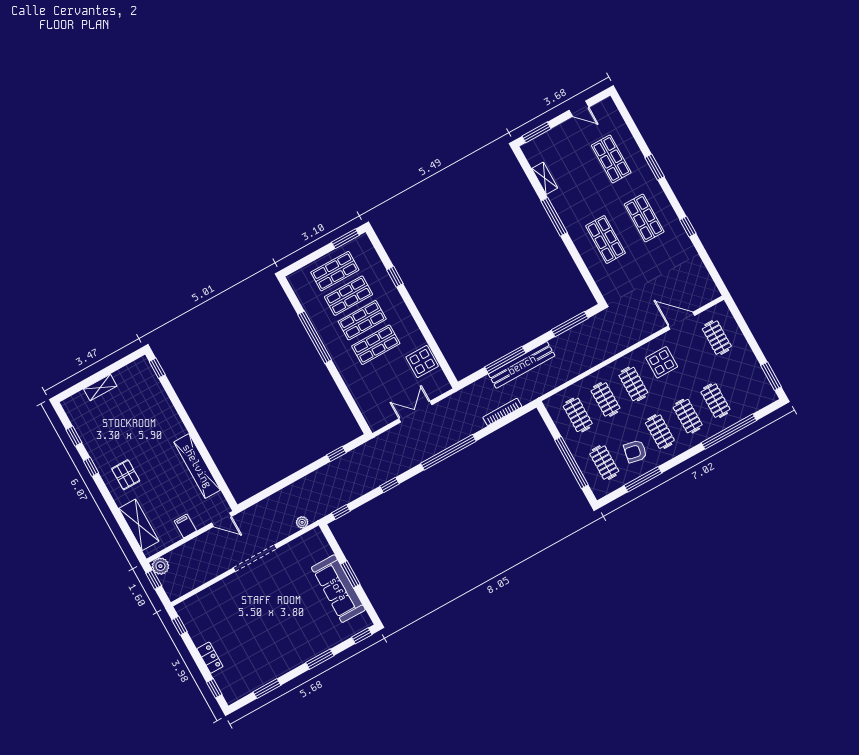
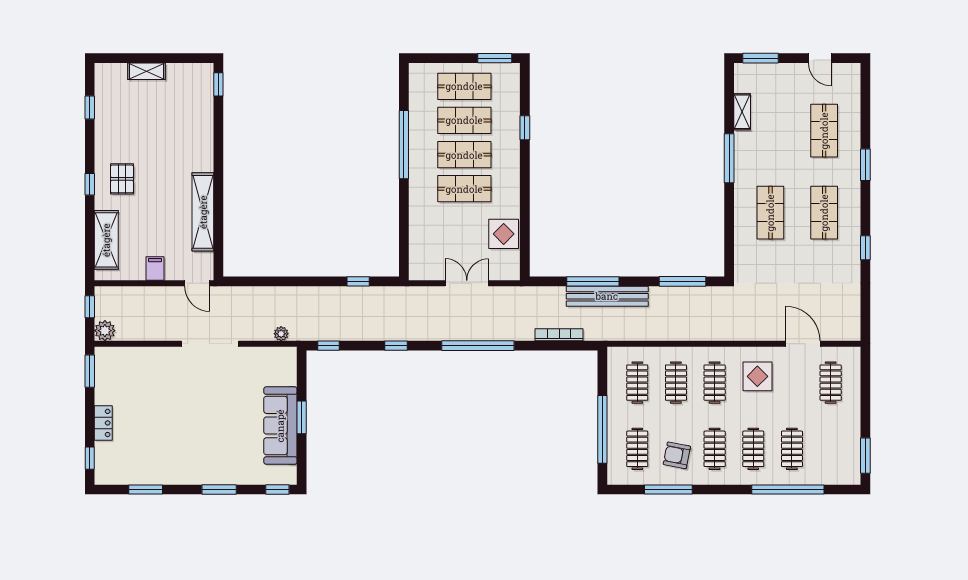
window: (91, 467) -> (90, 184), moved
plant: (160, 566) -> (105, 331), moved
window: (179, 626) -> (90, 371), width x1.50

